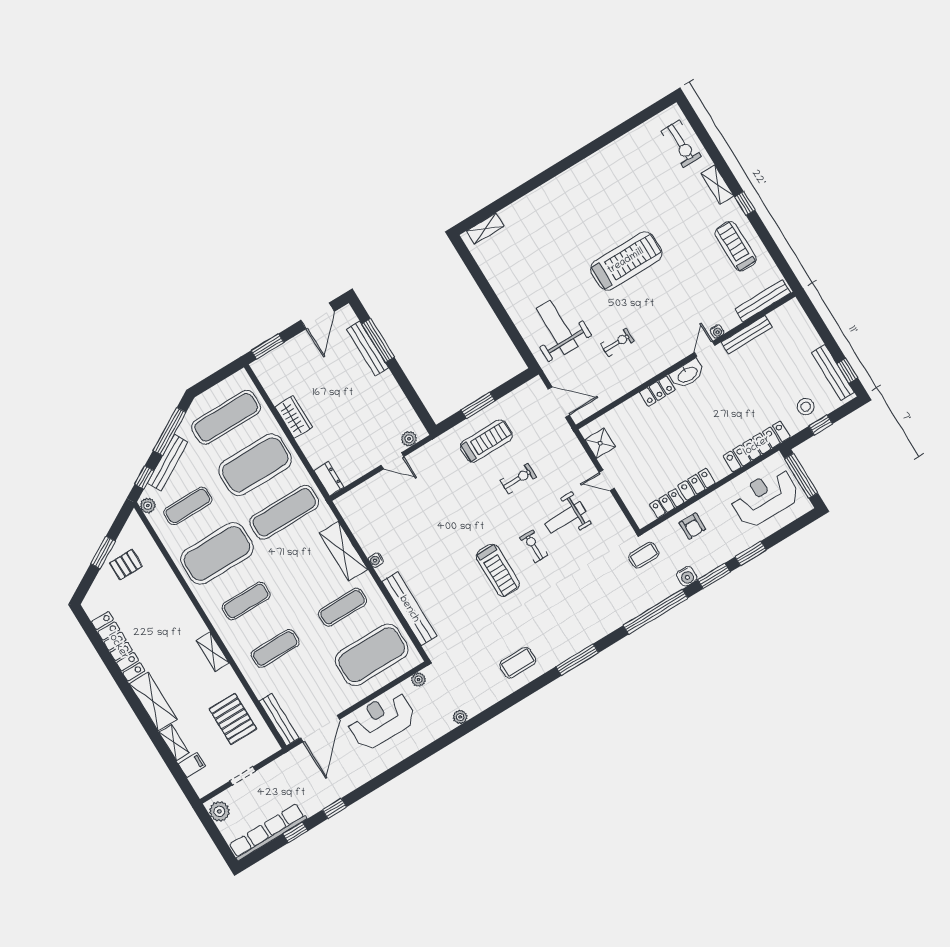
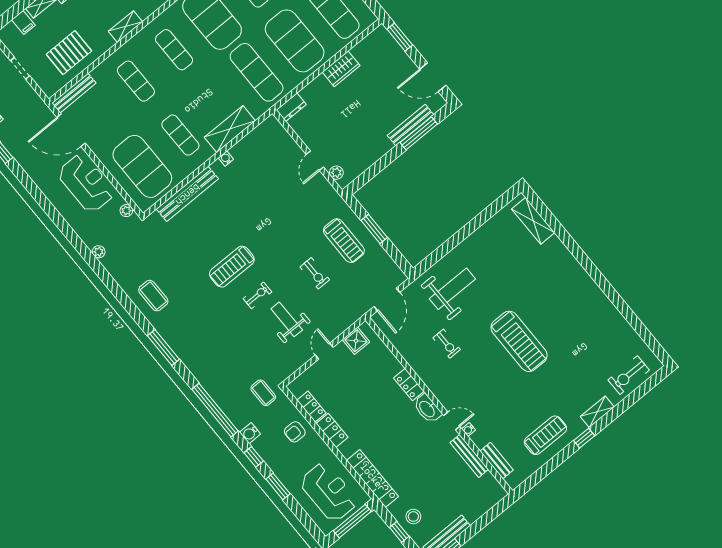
shelving: (485, 229) -> (533, 221), width x1.50, depth x1.33
bench: (763, 301) -> (496, 461), width x0.73
window: (714, 576) -> (254, 457), width x0.67

